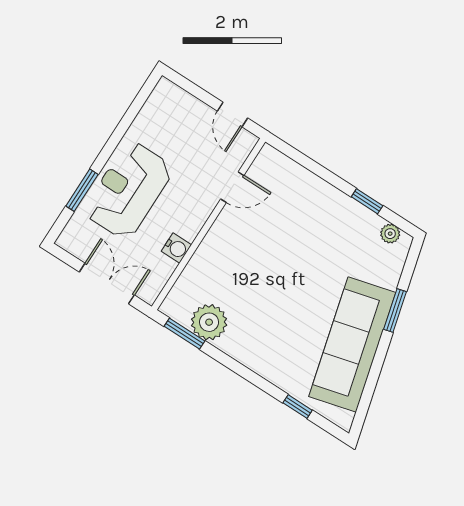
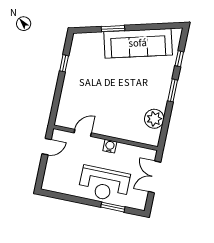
door: (232, 187) -> (83, 133), hinge flipped
plant: (390, 234) -> (76, 46), removed
water cooler: (176, 248) -> (110, 146), moved
window: (184, 334) -> (173, 90), moved

